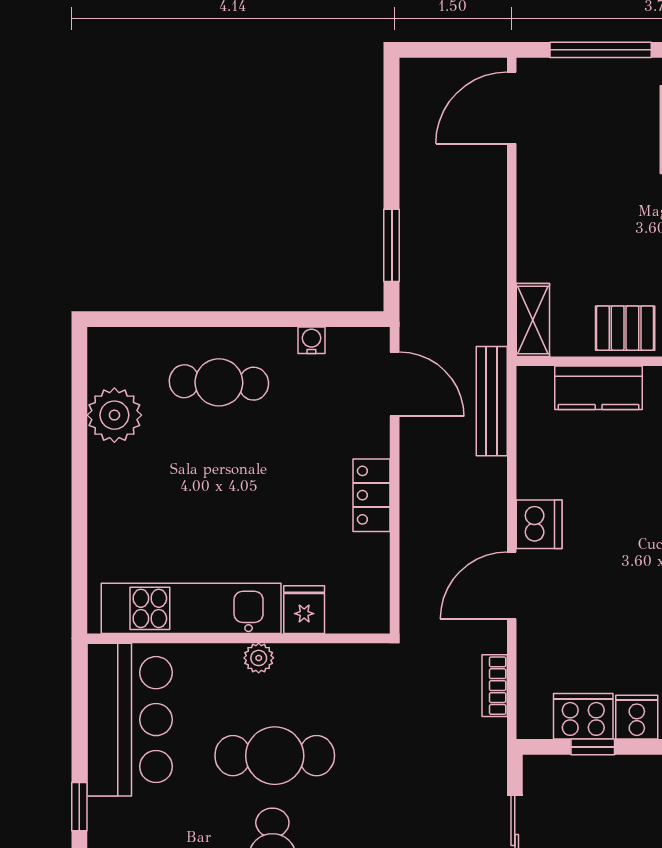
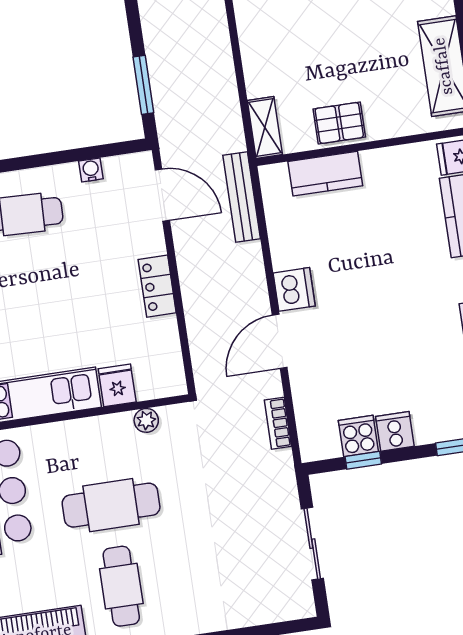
plant: (259, 658) -> (146, 420), moved
cooker: (583, 716) -> (358, 436), width x0.73

